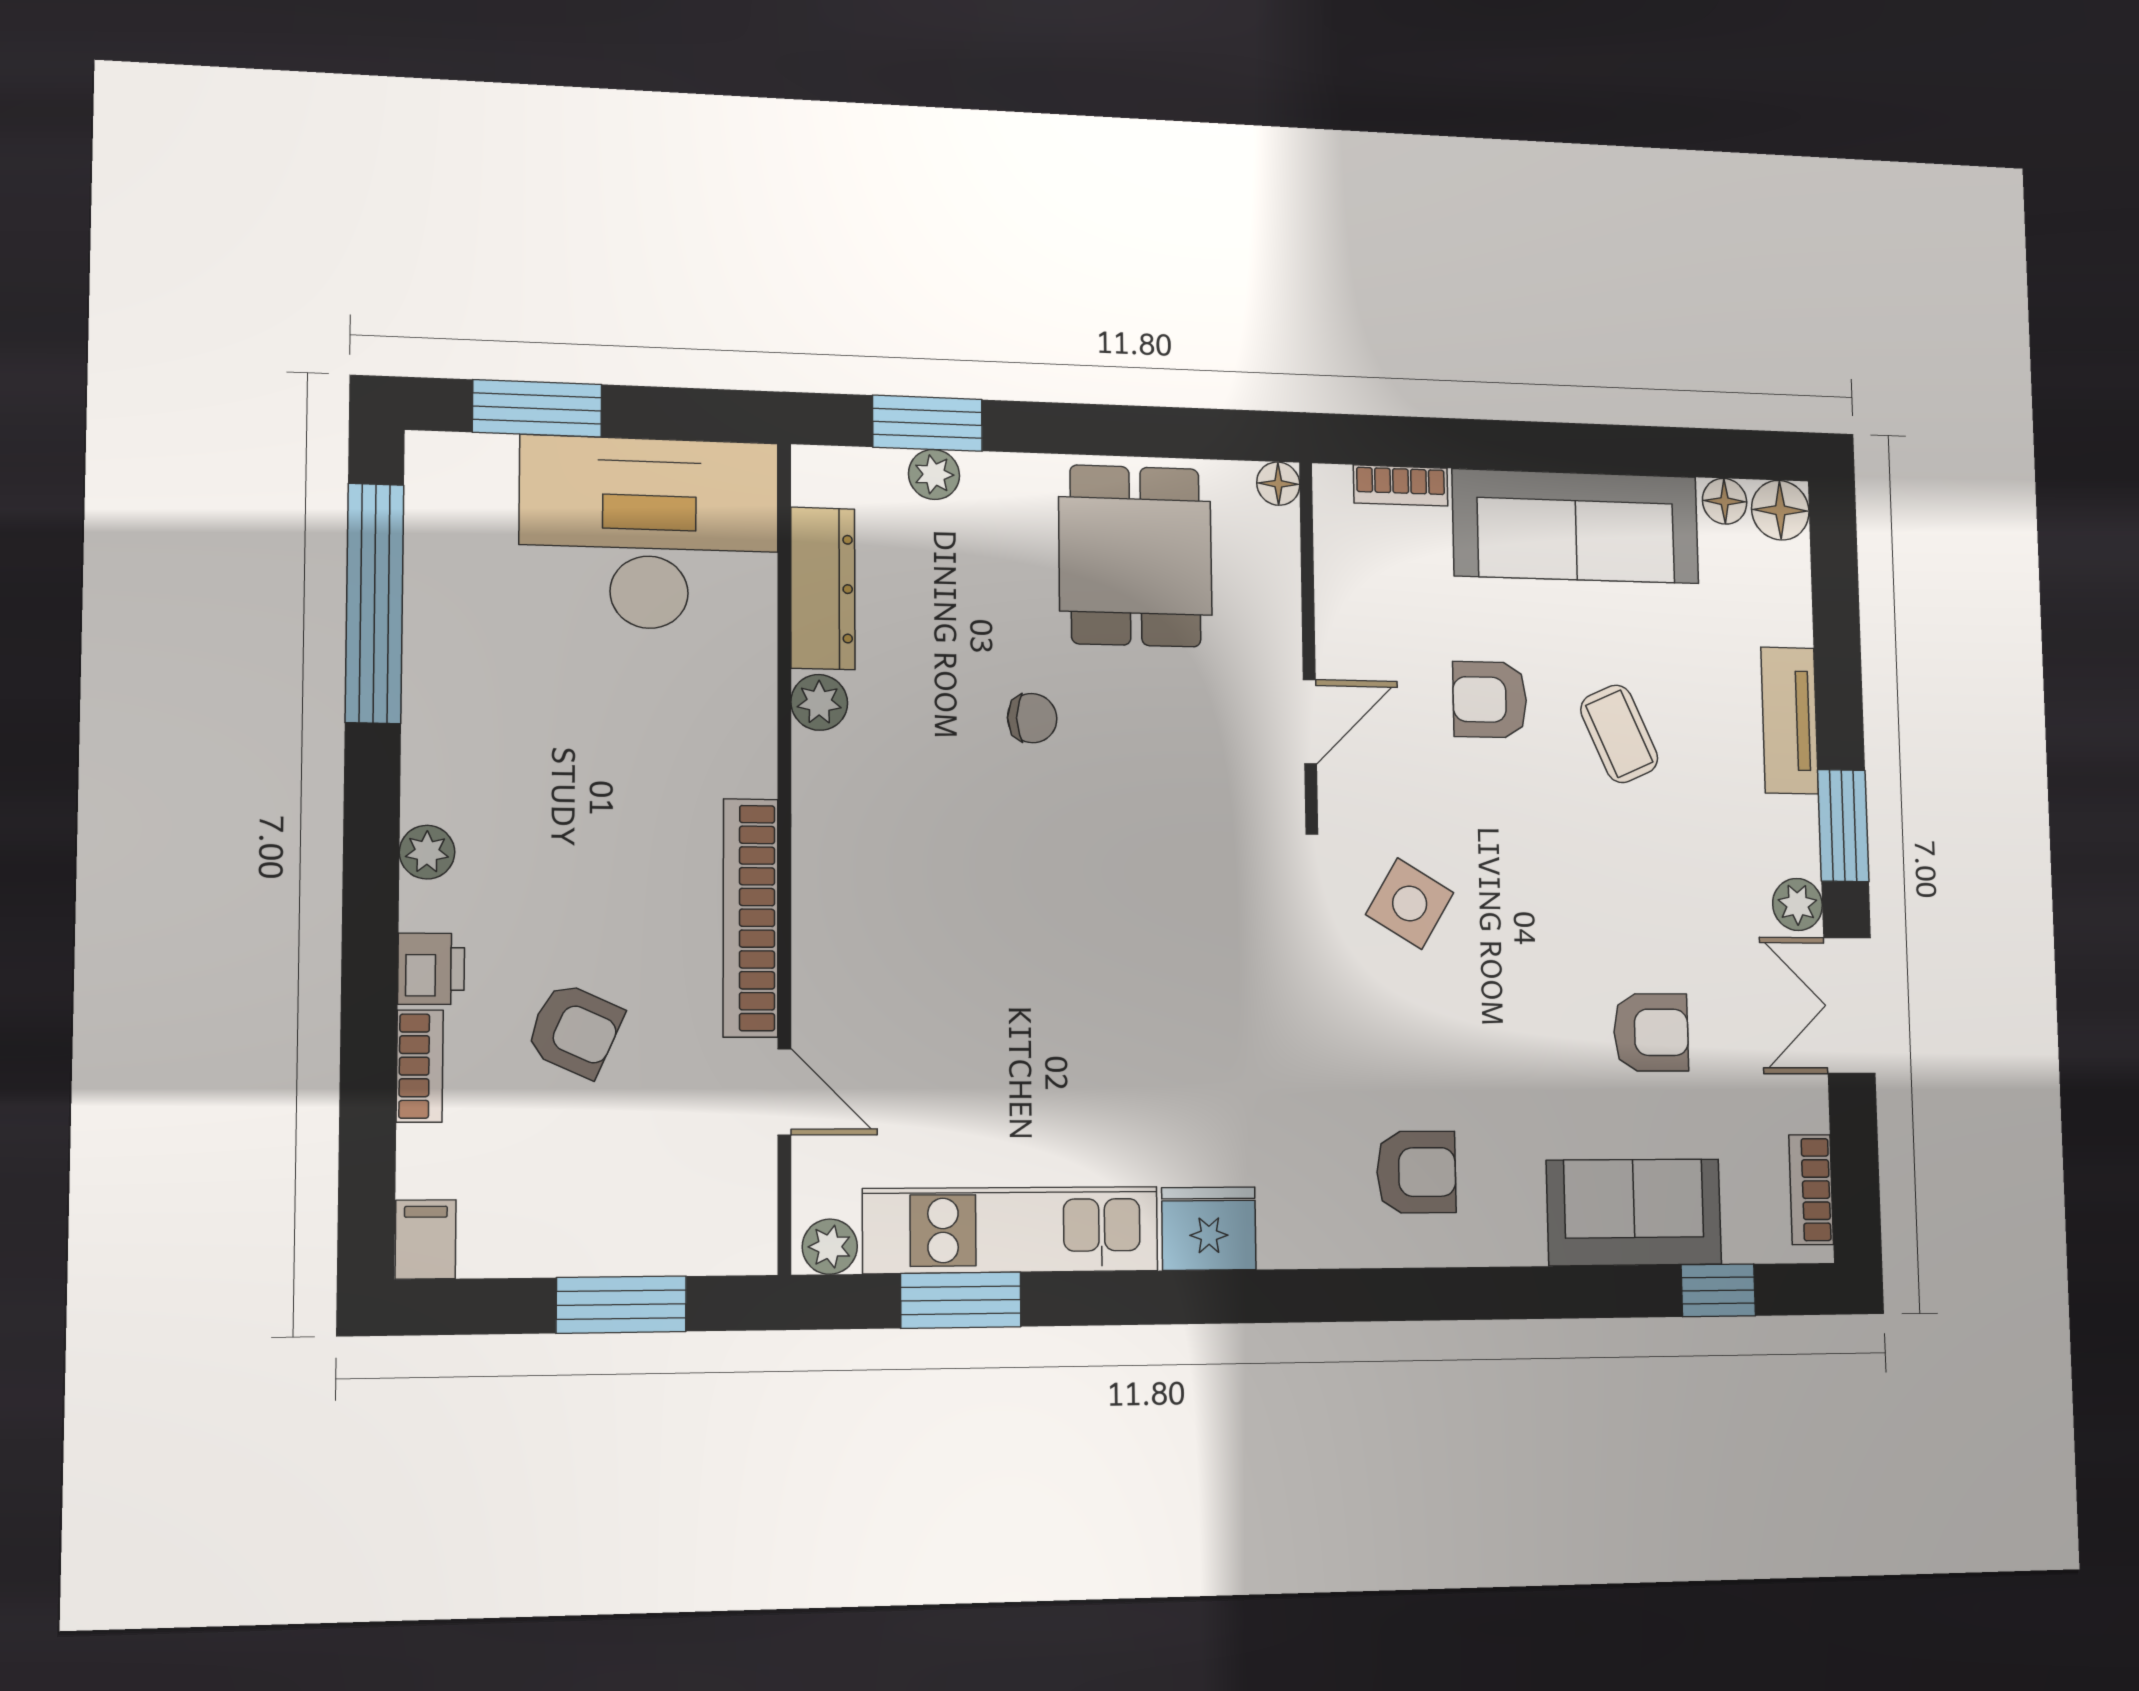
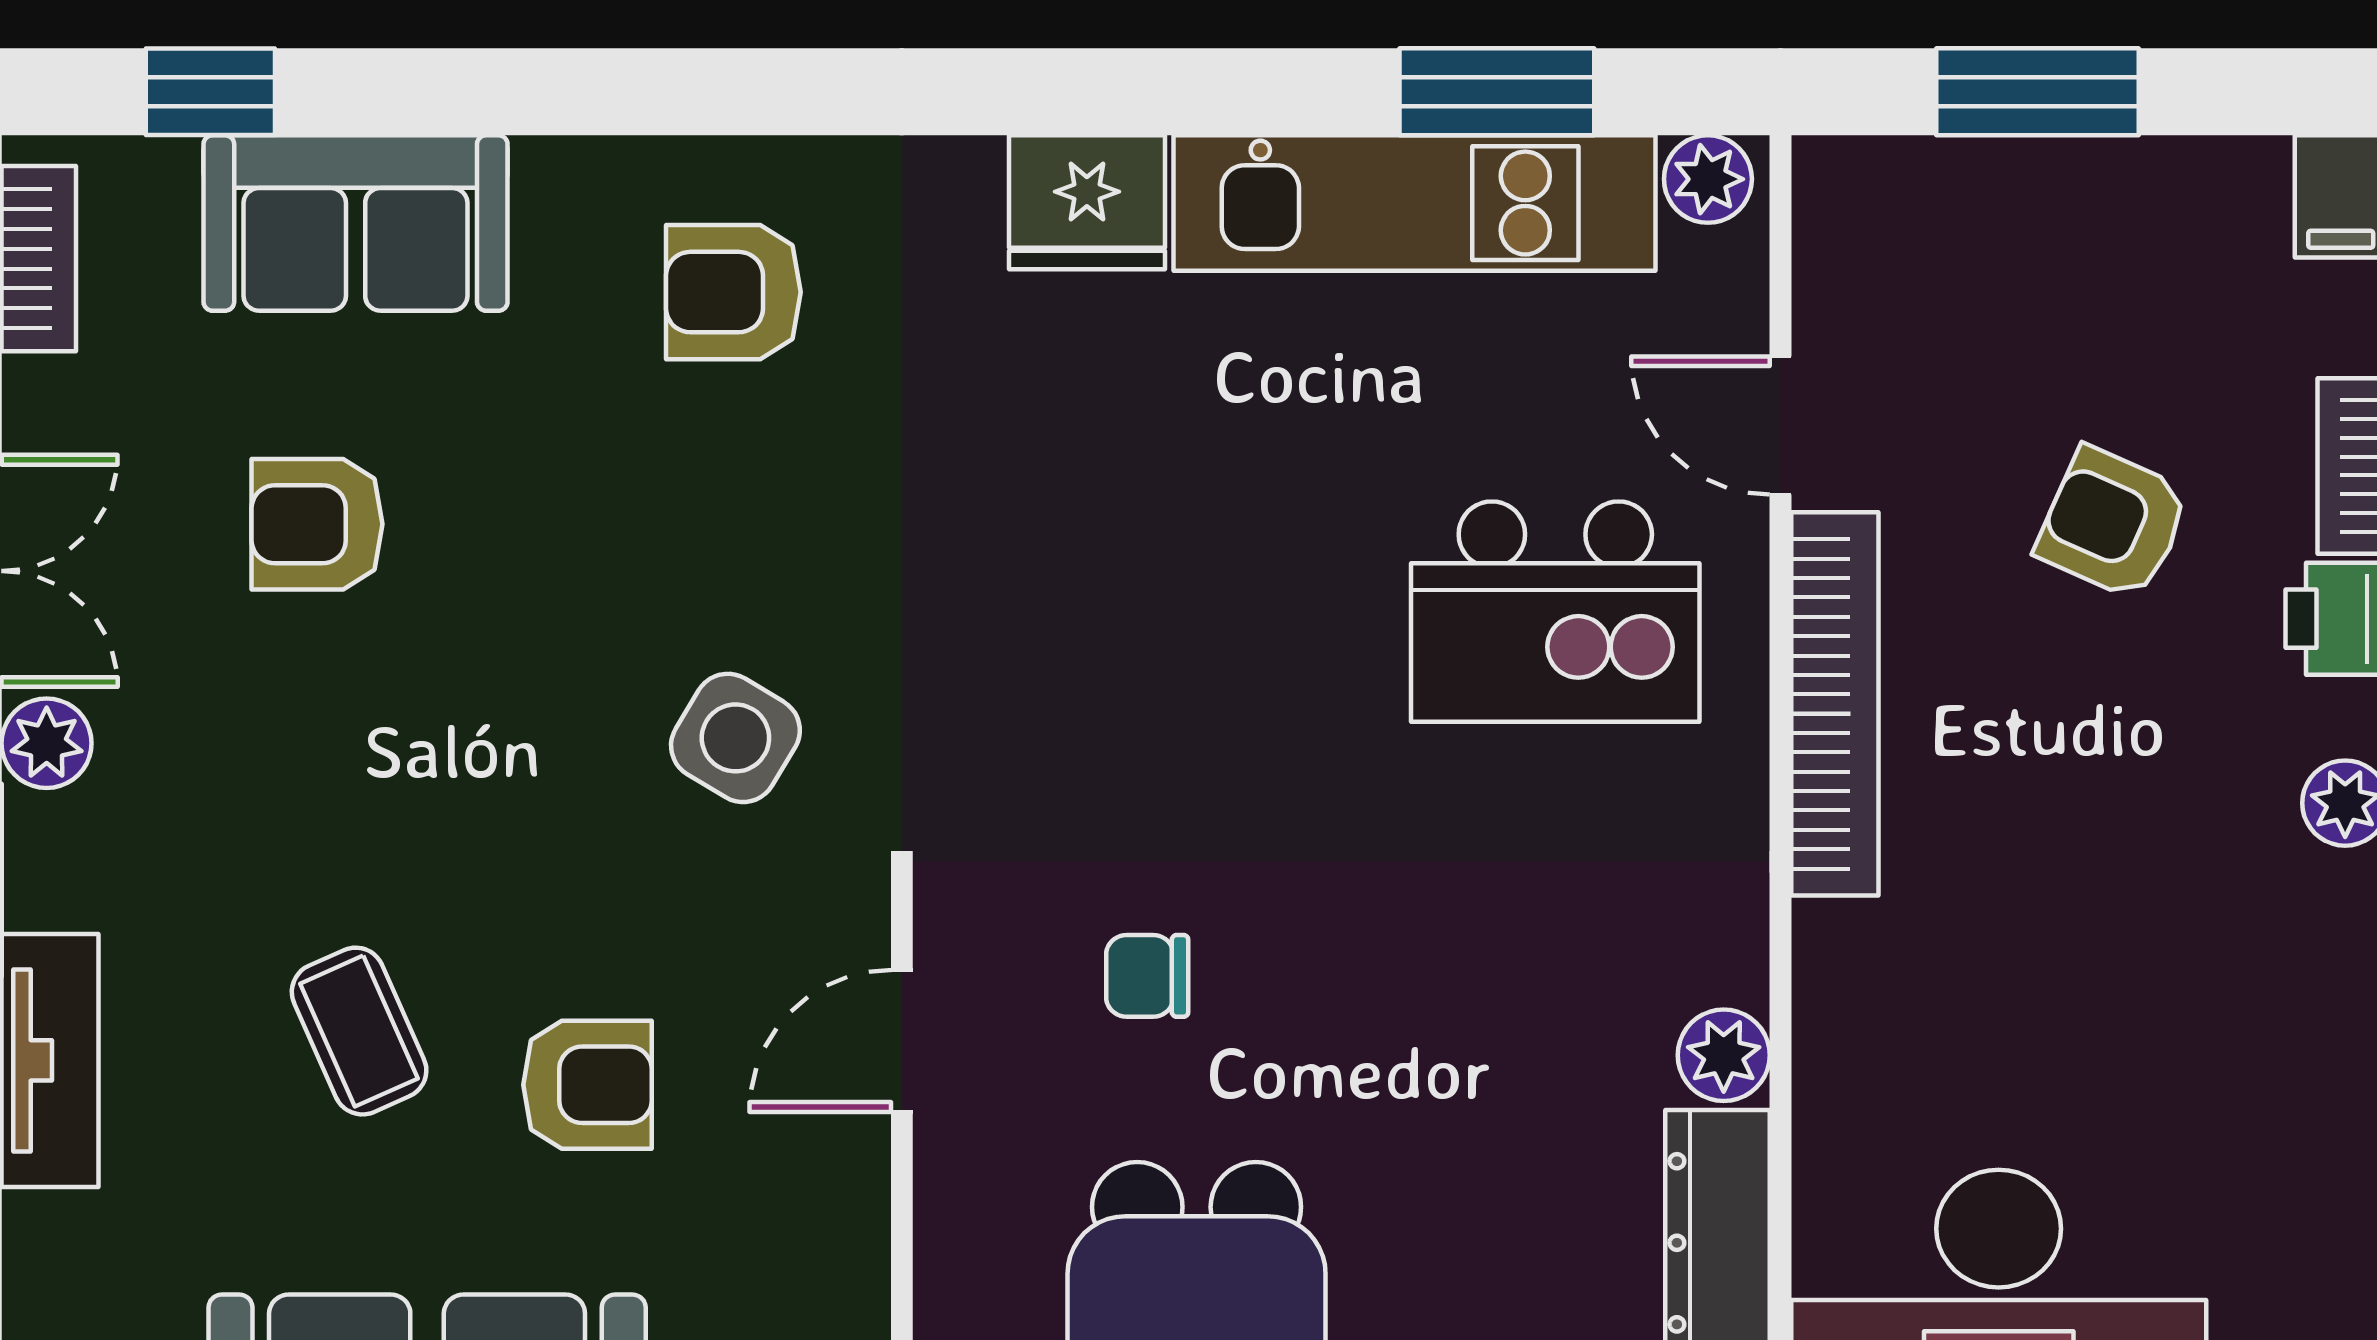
chair: (1032, 718) -> (1147, 976), moved
kitchen island: (923, 976) -> (1555, 612), added

